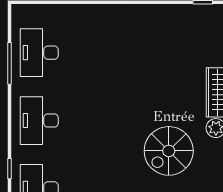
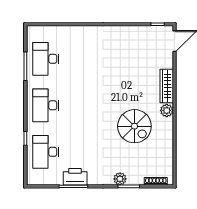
spiral stairs: (169, 151) -> (134, 126), turned -90

